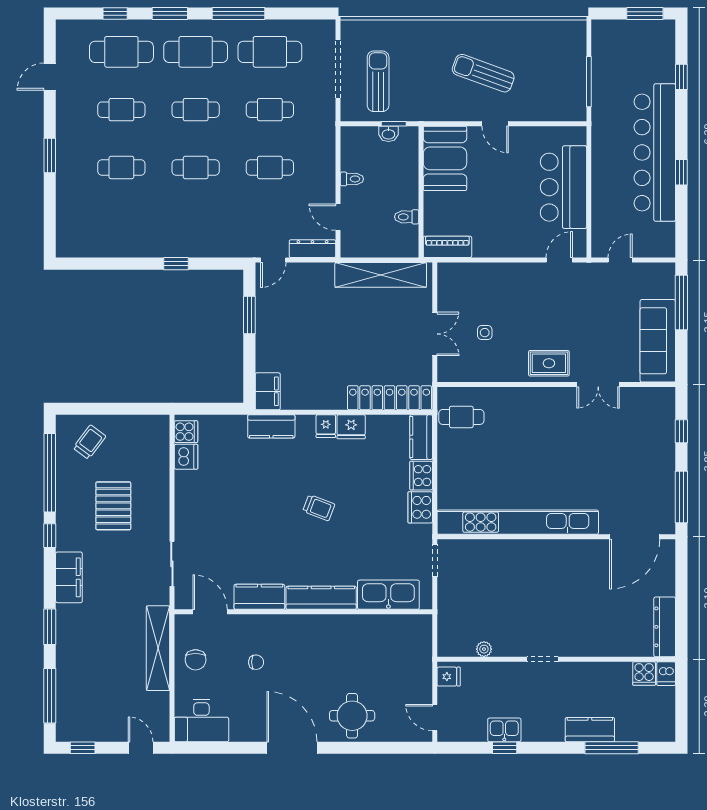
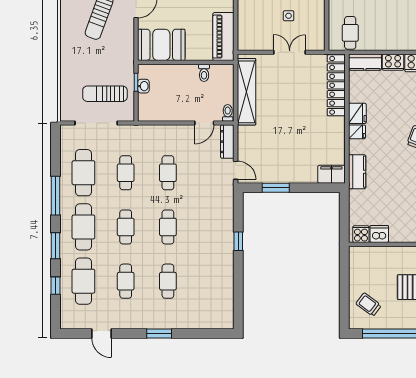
toilet: (352, 179) -> (228, 113), moved
piano: (447, 247) -> (223, 37), width x1.37, depth x1.33

